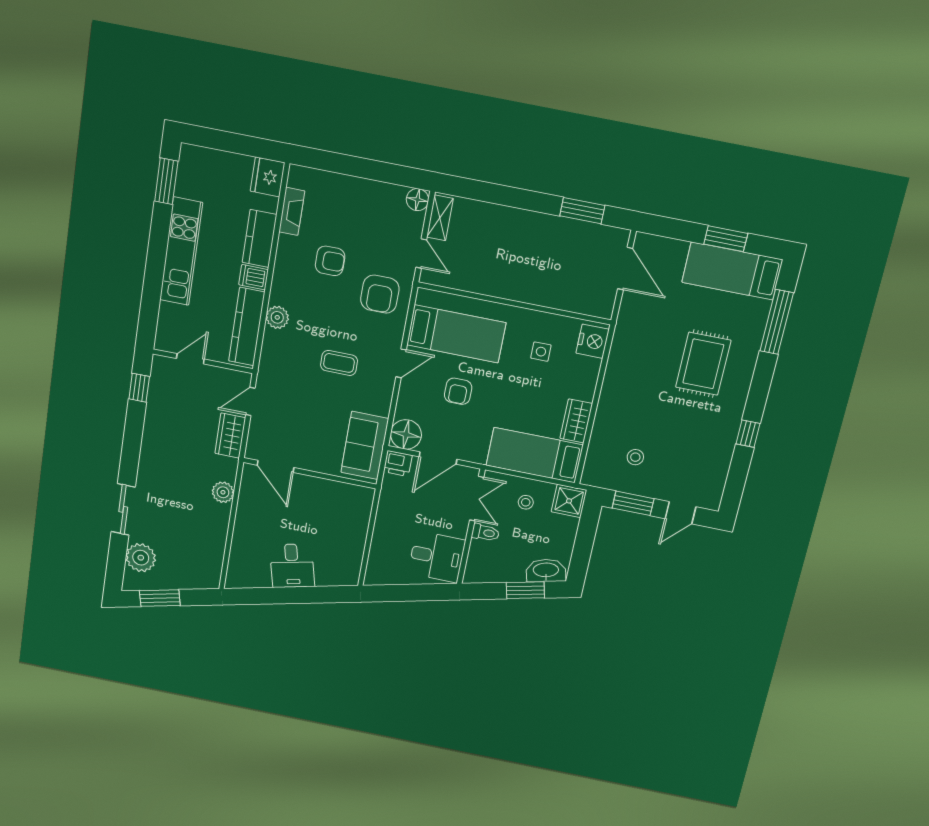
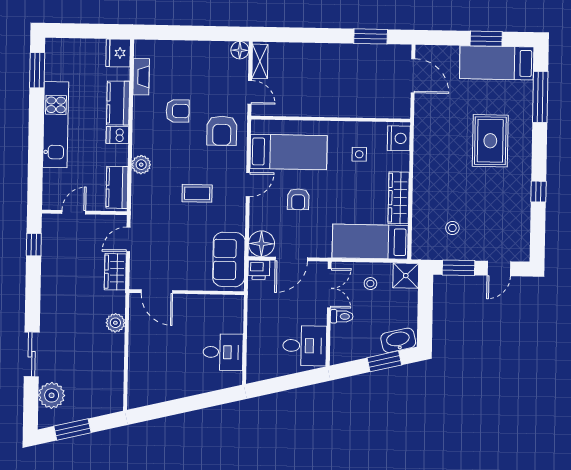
kitchen counter: (247, 327) -> (117, 187), width x0.67
wardrobe: (576, 421) -> (399, 198), width x1.50
desk: (292, 566) -> (223, 352), moved, turned -77

